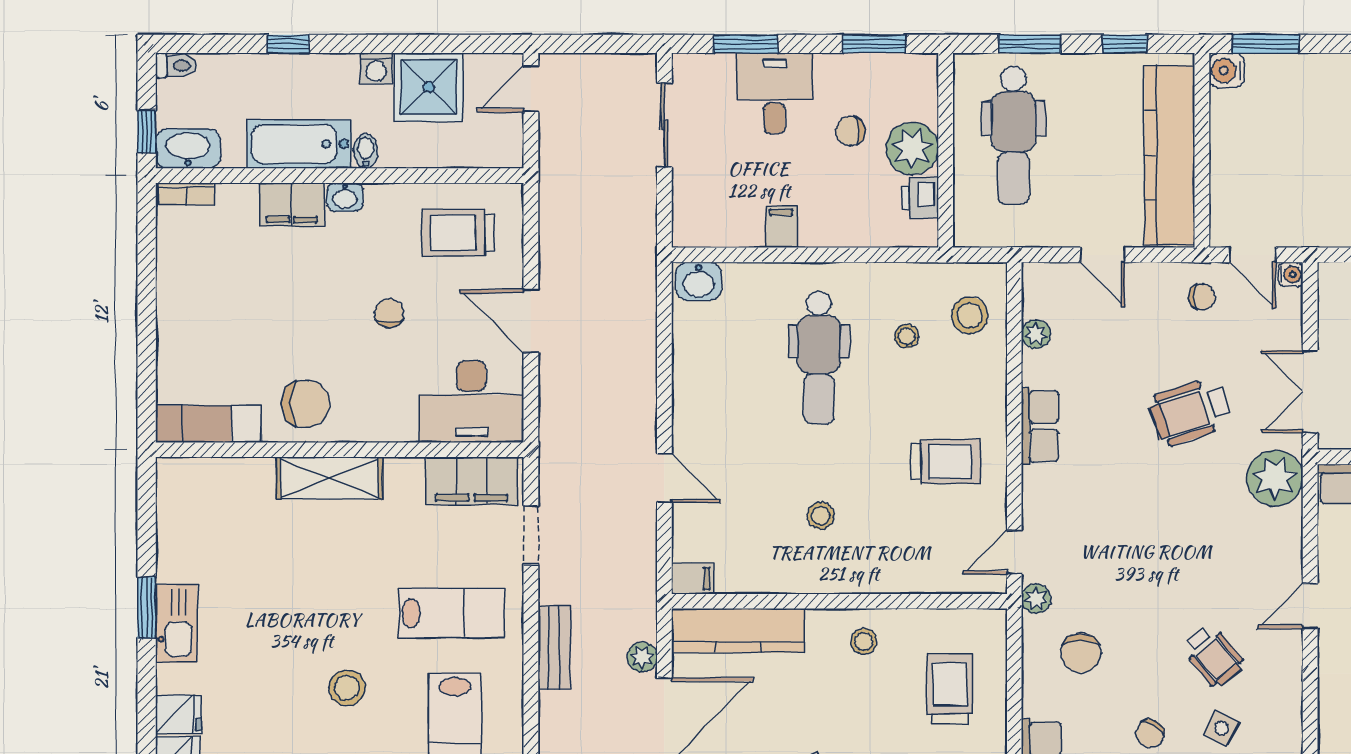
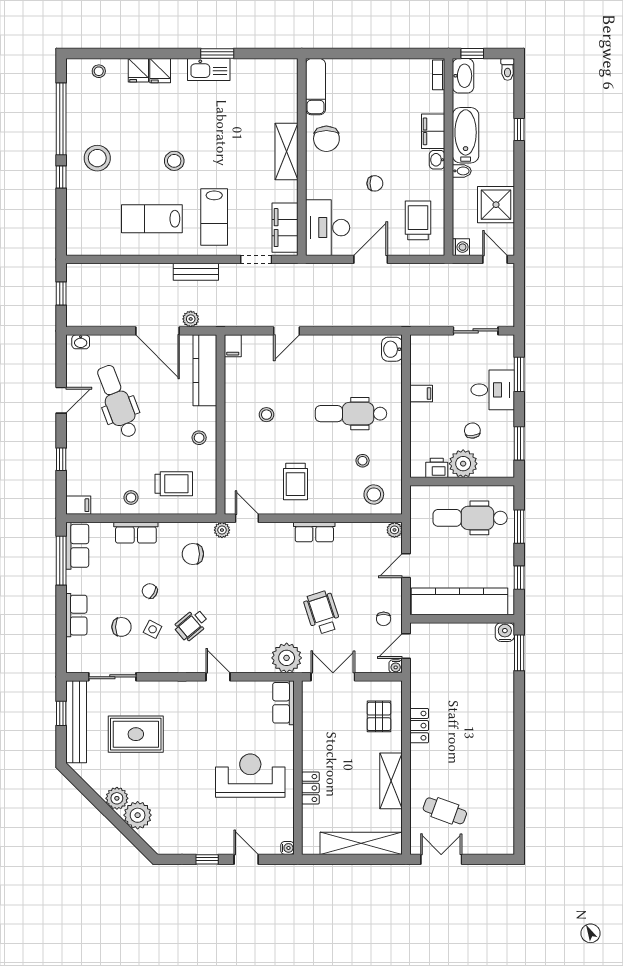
washing machine: (376, 69) -> (461, 247), moved, turned 180
plant: (1036, 334) -> (394, 530), moved

